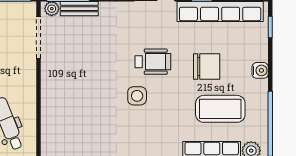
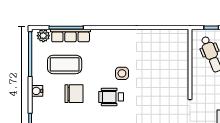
chair: (207, 66) -> (74, 94), turned 180

